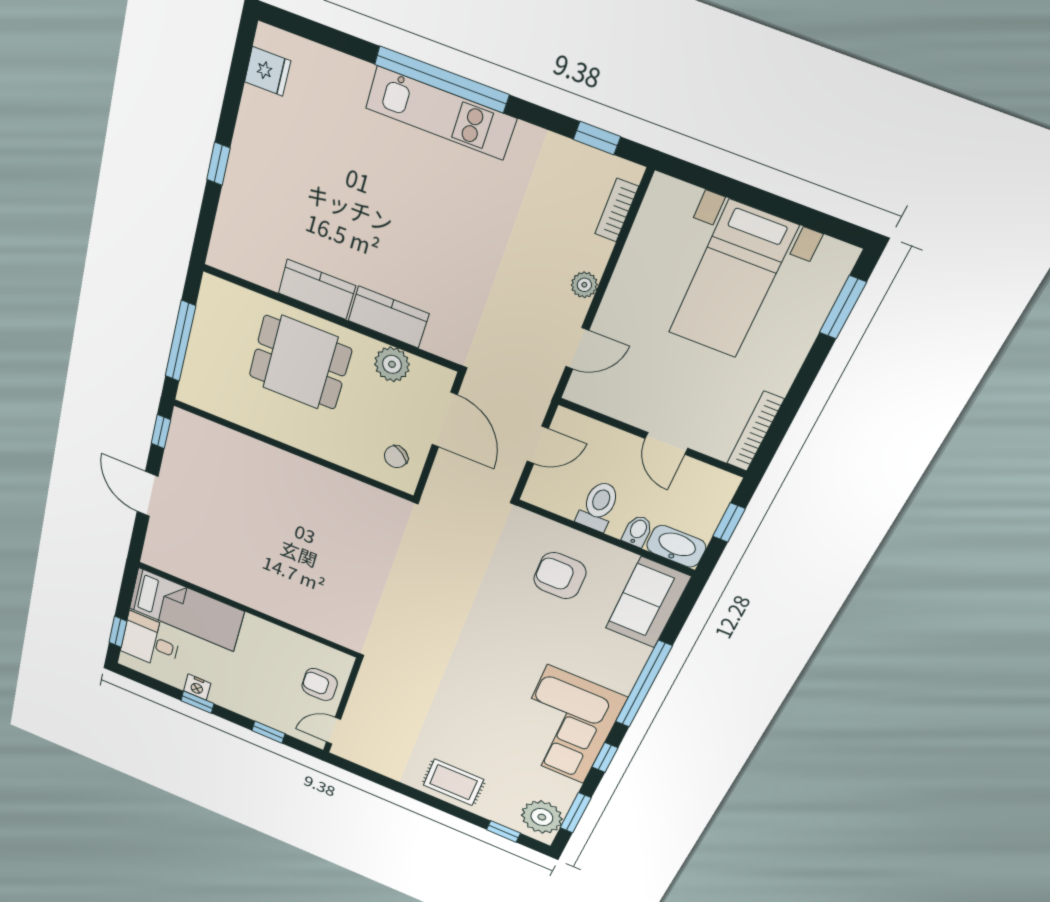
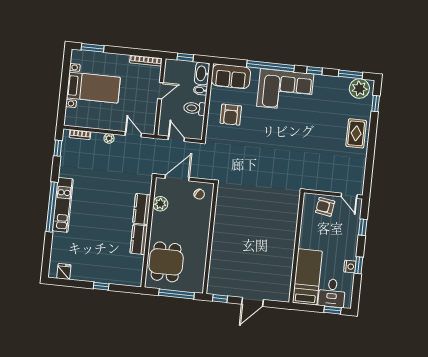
dining table: (300, 362) -> (166, 262), moved
armchair: (320, 685) -> (325, 207), turned 99
corner sofa: (566, 725) -> (285, 90), moved

